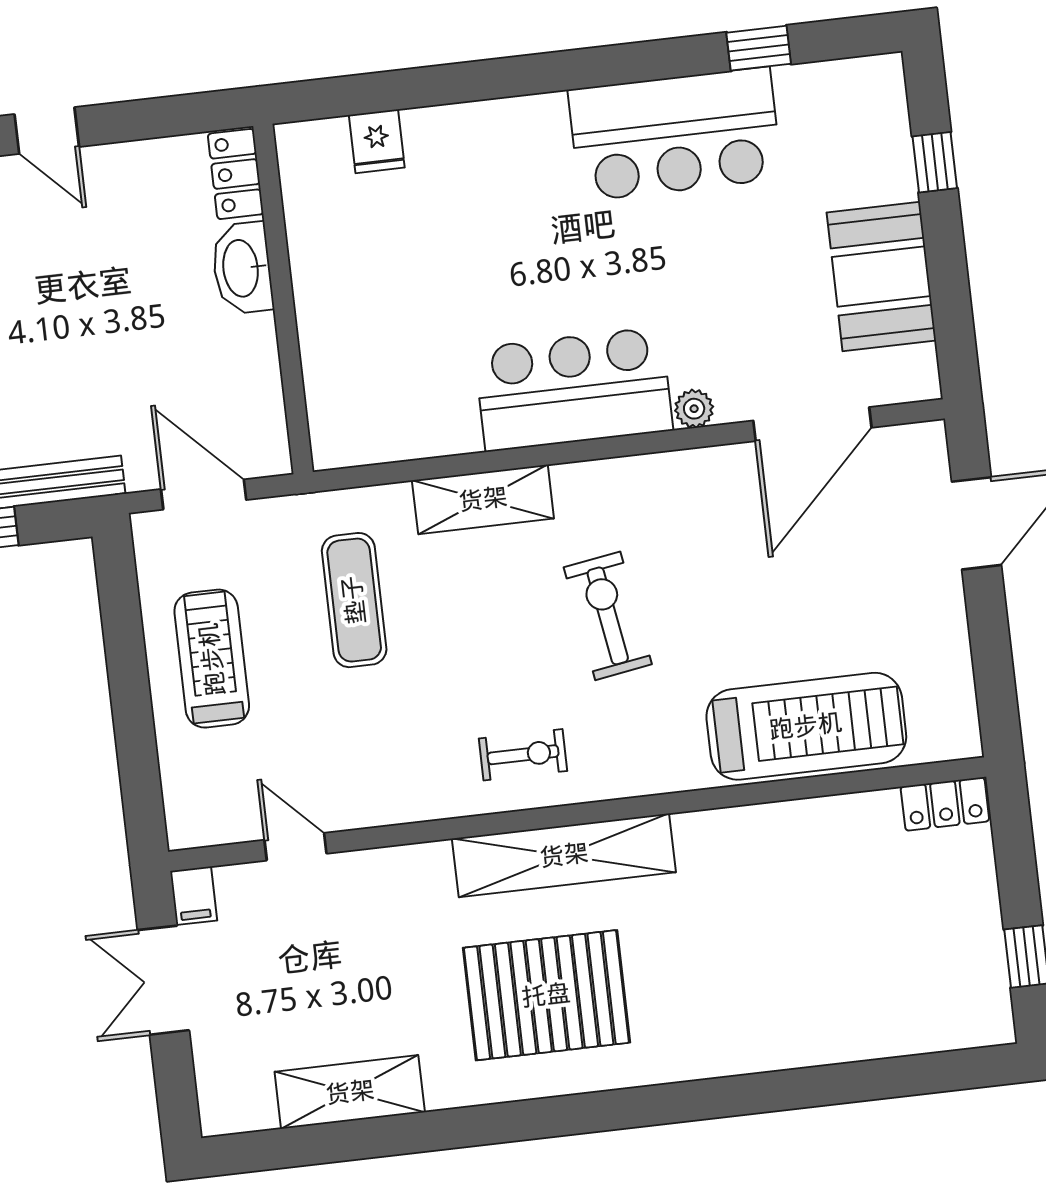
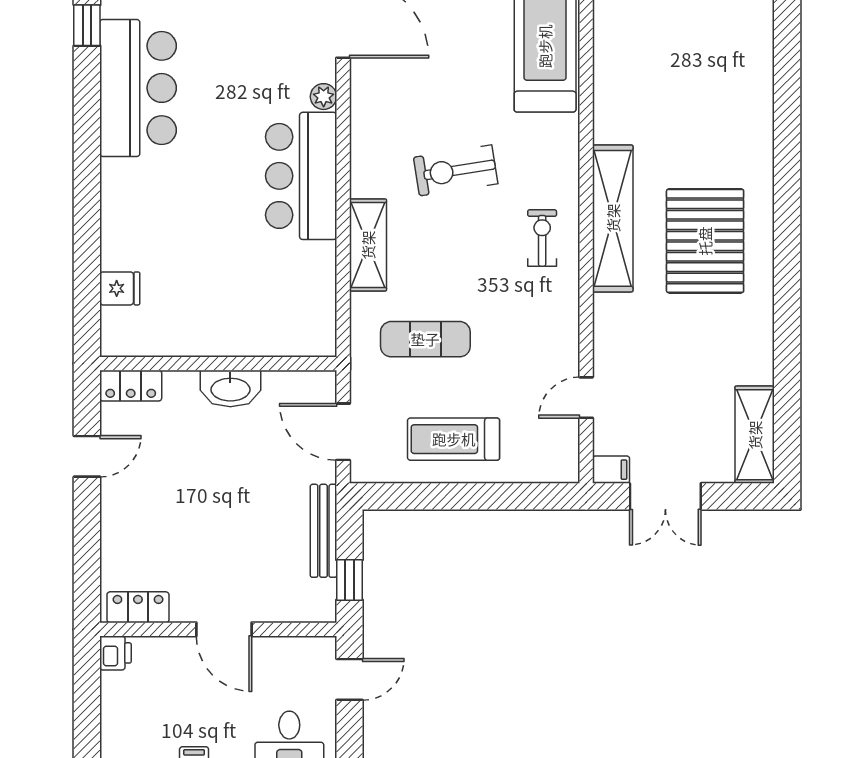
door: (47, 131) -> (87, 456), moved
washbasin: (242, 268) -> (230, 388), moved
door: (204, 495) -> (343, 432), hinge flipped
shelving: (350, 1092) -> (755, 435), moved

